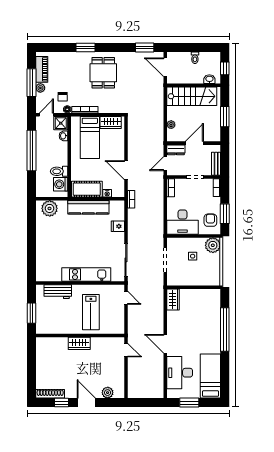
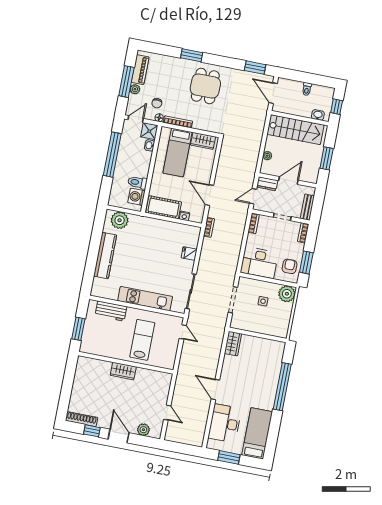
kitchen counter: (88, 207) -> (105, 256), moved, turned -90
lab bench: (91, 312) -> (142, 340), turned 180
door: (126, 350) -> (167, 413), moved

